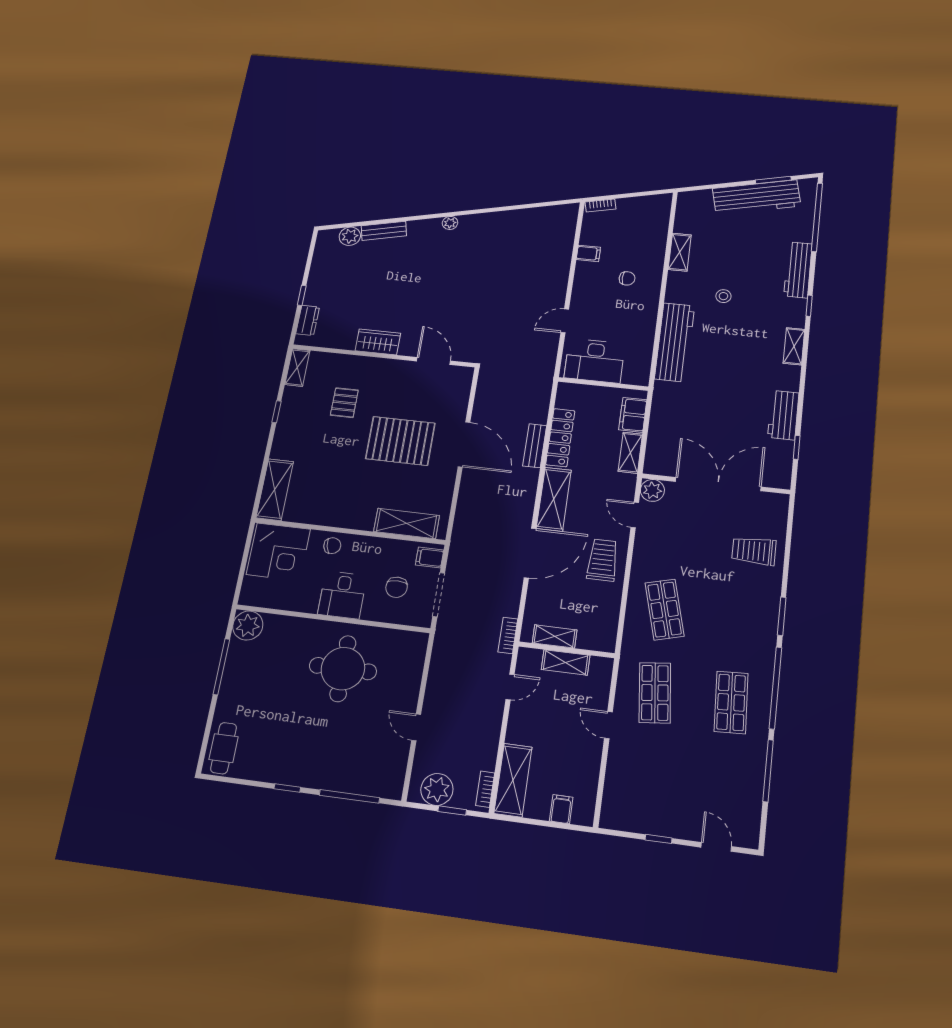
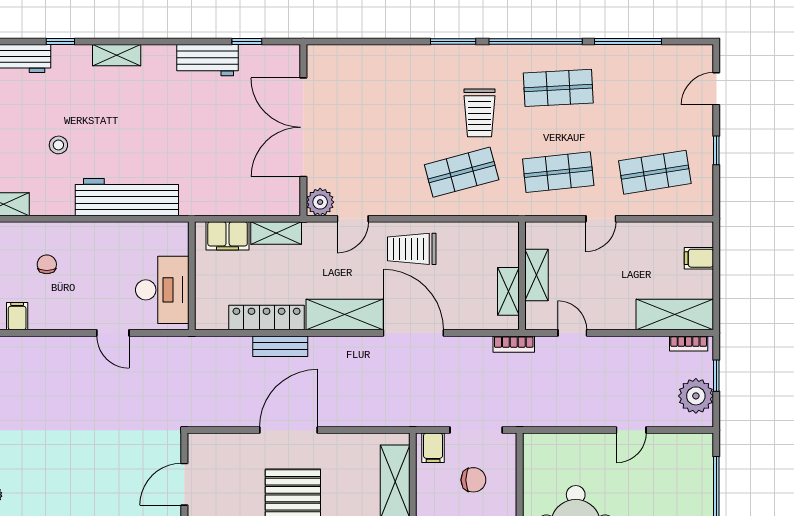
trolley: (754, 551) -> (480, 113), moved
shop shelf: (645, 779) -> (655, 172), added

